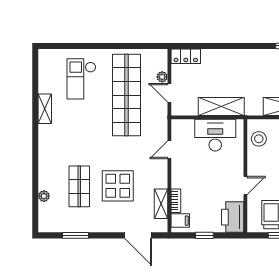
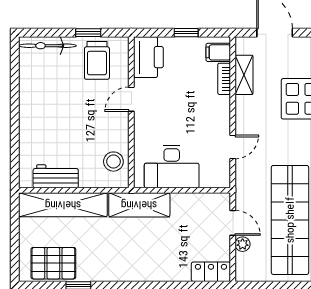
shelving: (221, 106) -> (139, 205), moved

